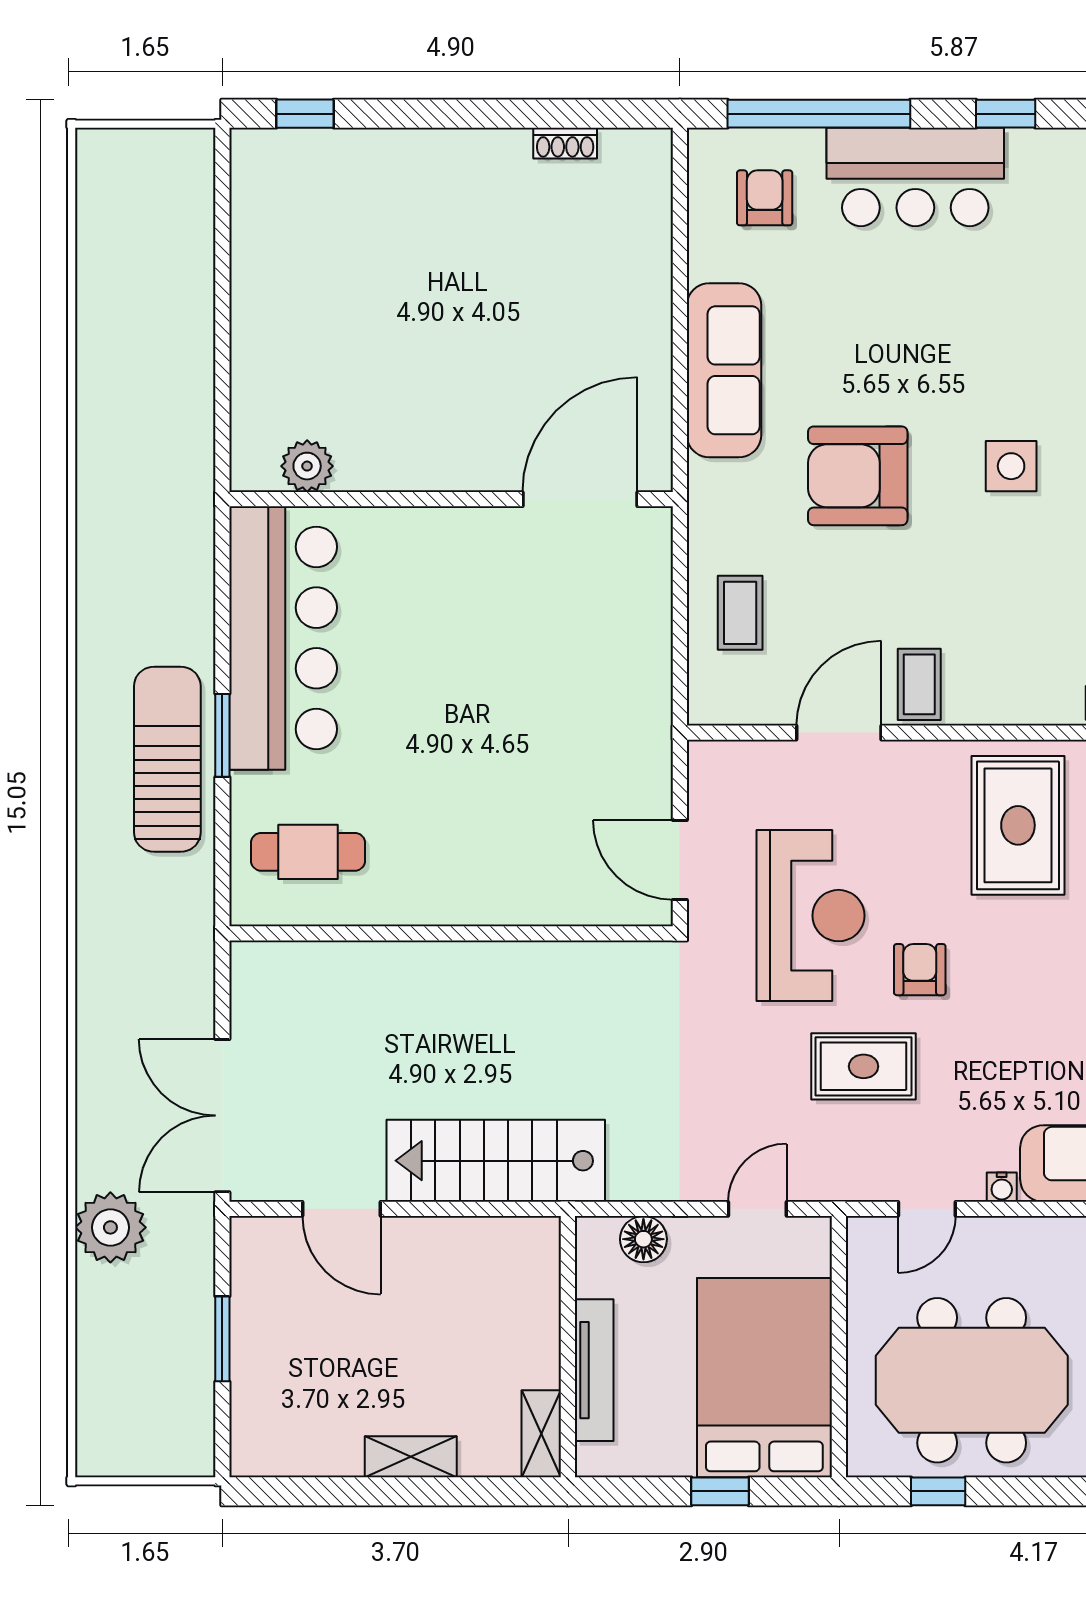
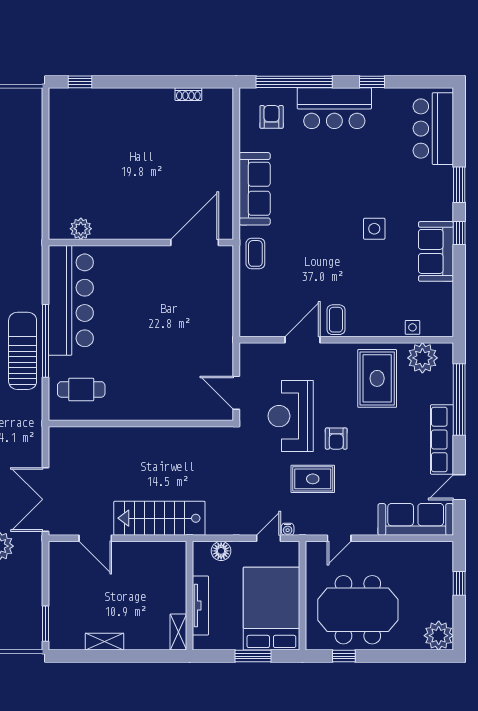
armchair: (858, 476) -> (310, 233), removed
coffee table: (740, 613) -> (255, 253), moved
window: (222, 735) -> (46, 341), width x2.11
reception desk: (810, 916) -> (291, 416), turned 180
armchair: (920, 970) -> (336, 439), turned 180
water cooler: (1002, 1187) -> (288, 529), moved
window: (222, 1339) -> (46, 624), moved
shelving: (411, 1457) -> (105, 642), moved
window: (720, 1491) -> (253, 656), width x1.50

